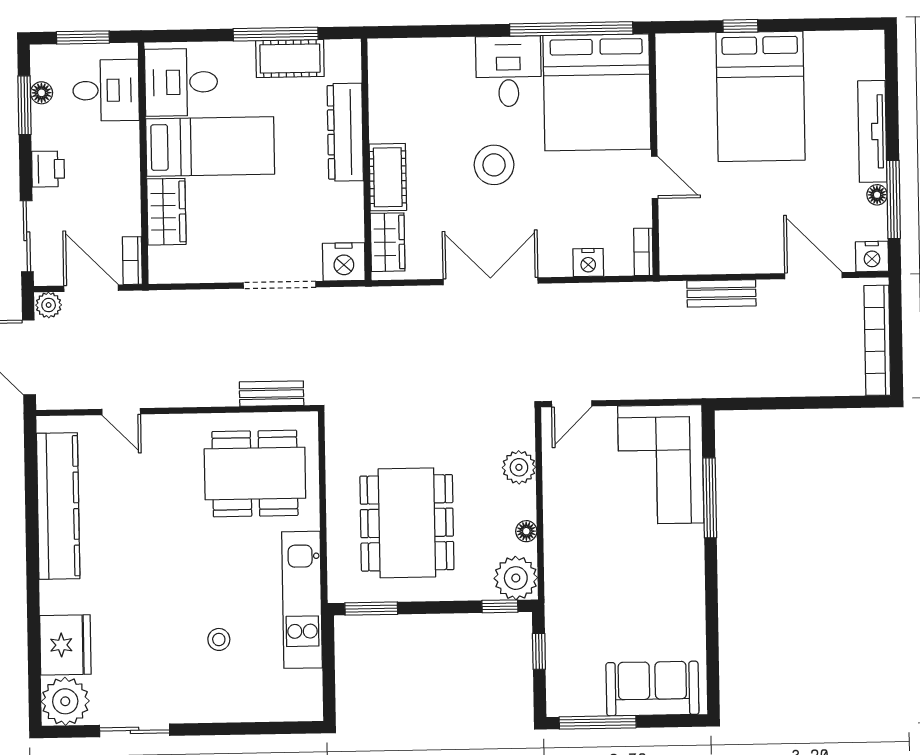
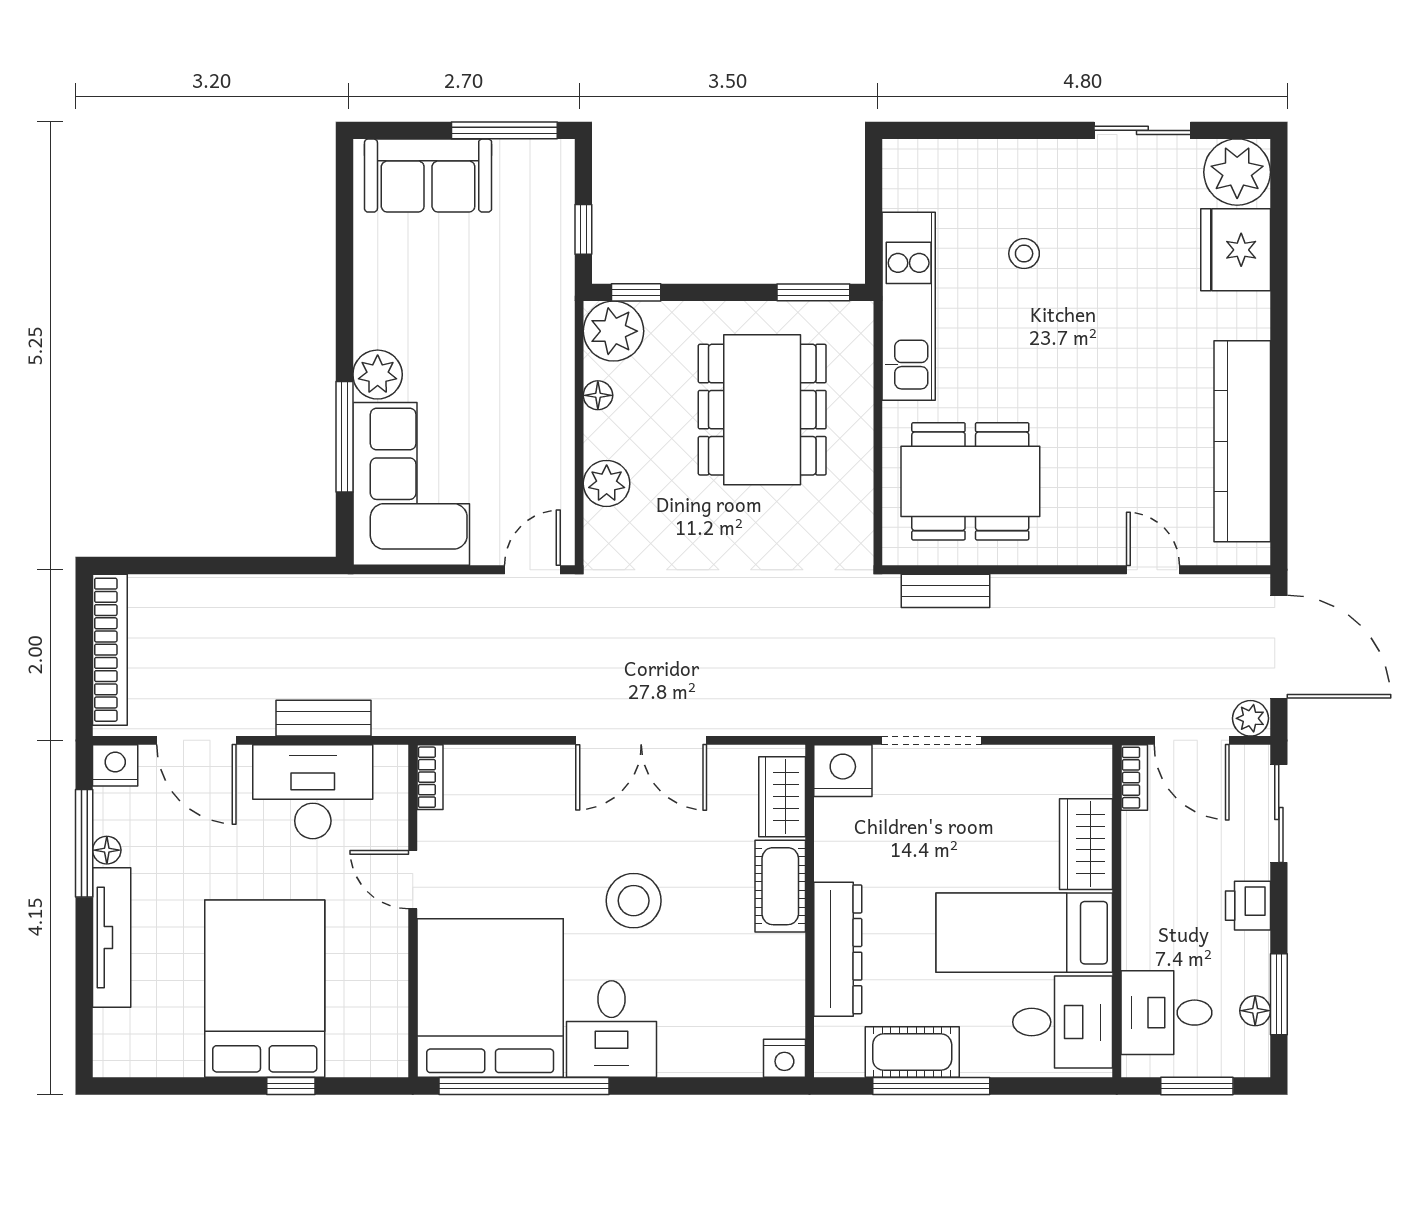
desk: (728, 240) -> (313, 792), added
nightstand: (588, 262) -> (784, 1058), moved, turned 180
plant: (687, 543) -> (378, 375), added

